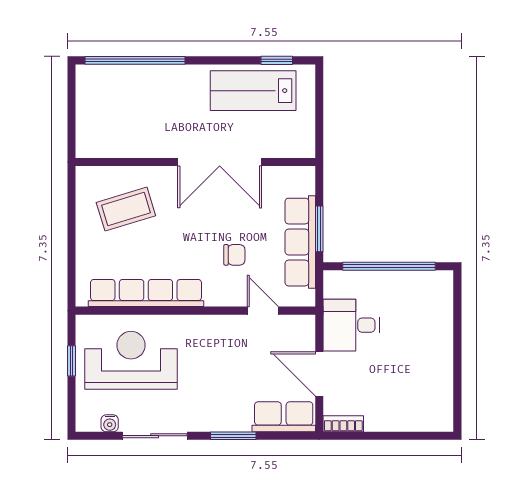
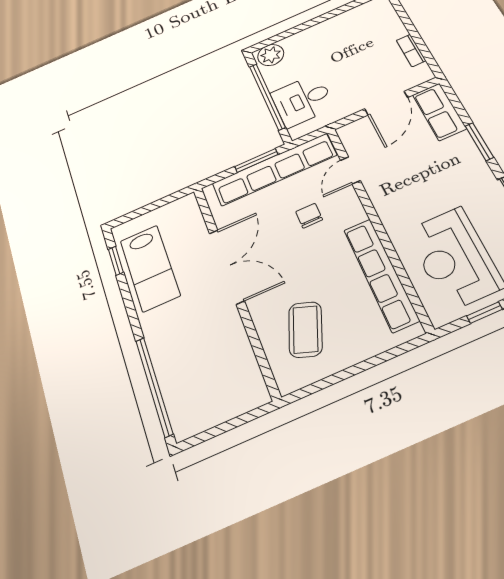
coffee table: (126, 209) -> (305, 329), turned 37
row of seats: (300, 242) -> (274, 169), width x1.36
plant: (439, 289) -> (271, 55), added
desk: (351, 325) -> (303, 100), moved, turned 90
bookcase: (343, 424) -> (411, 50), moved

